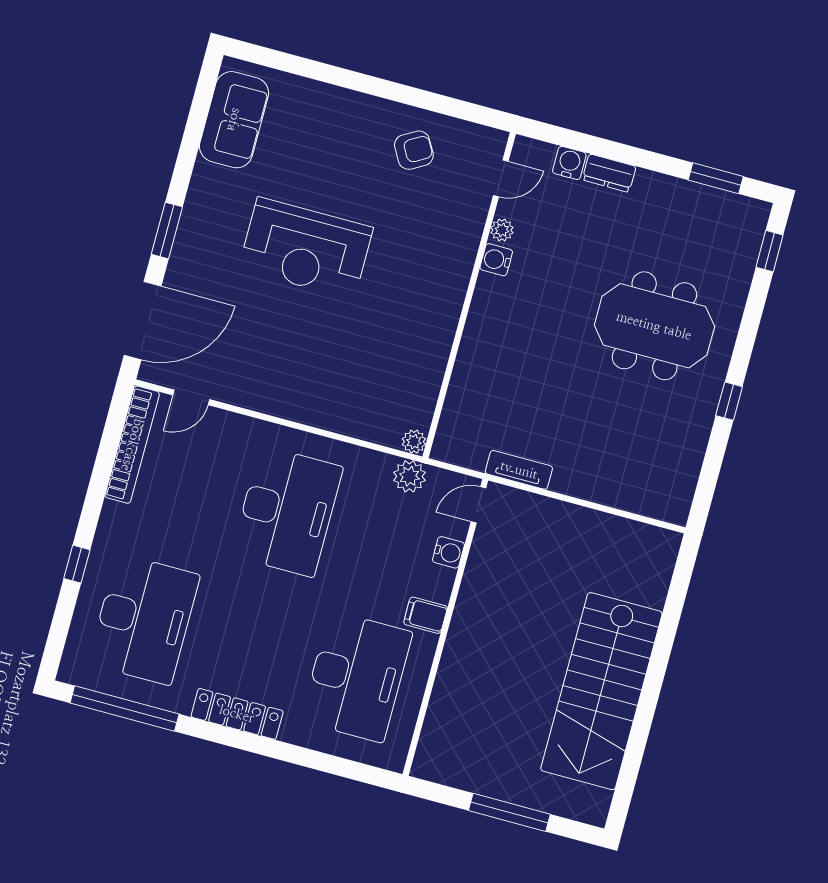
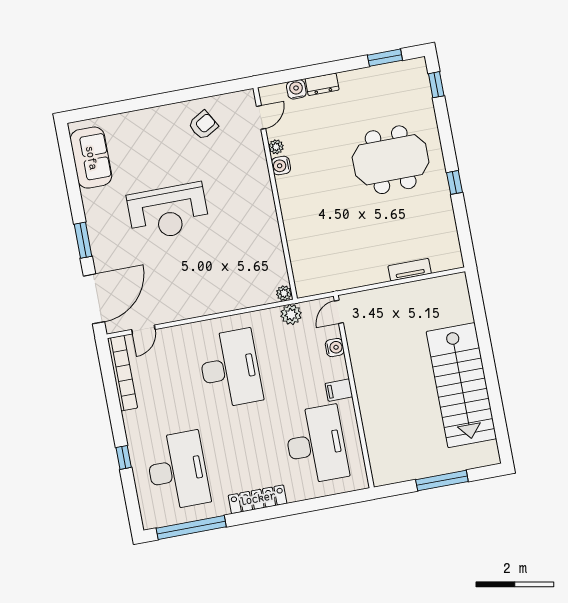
tv unit: (519, 470) -> (410, 270), moved

